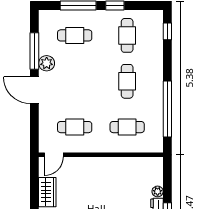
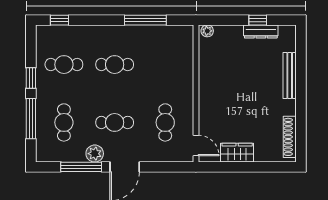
window: (167, 109) -> (145, 20), width x0.68
cafe table: (127, 127) -> (115, 122), moved, turned 90
plant: (158, 191) -> (207, 31), moved

